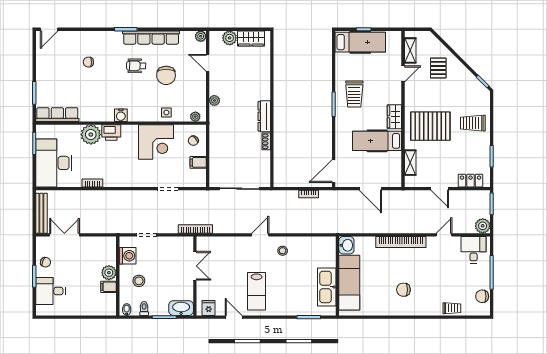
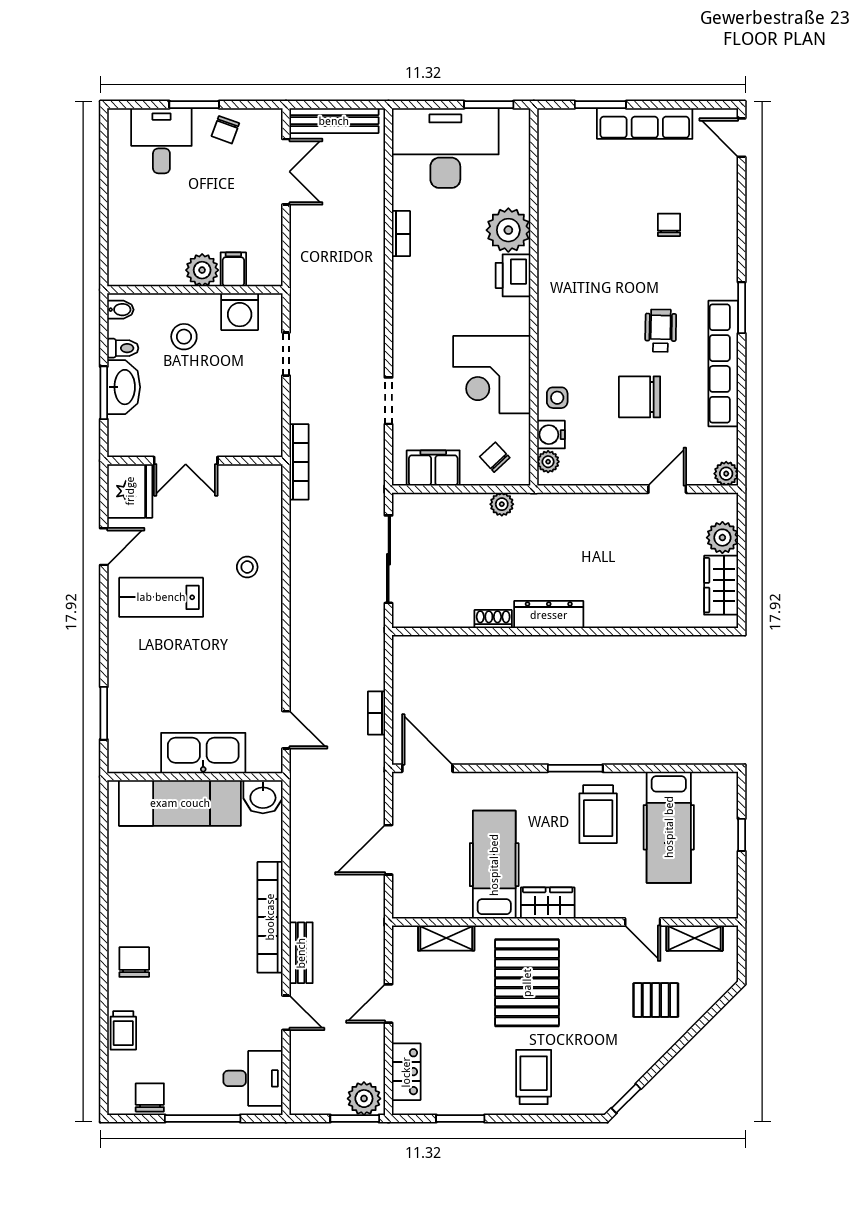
hospital bed: (360, 42) -> (669, 827), moved
trolley: (354, 94) -> (598, 814), turned -90
plant: (214, 100) -> (502, 504), moved
row of seats: (57, 115) -> (645, 124), moved, turned 90
water cooler: (121, 115) -> (551, 435), moved
filing cabinet: (198, 162) -> (433, 468), width x2.00
plant: (483, 226) -> (364, 1099), moved
bench: (417, 228) -> (301, 953), added
door: (260, 235) -> (286, 730), moved
stool: (283, 251) -> (247, 567), moved
double door: (195, 266) -> (186, 461), moved
filing cabinet: (109, 287) -> (233, 269), moved
kitchen sink: (327, 287) -> (203, 753), moved
chair: (403, 290) -> (134, 962), moved
washbasin: (181, 308) -> (124, 387), moved
fridge: (209, 308) -> (130, 491), width x1.88, depth x1.34

